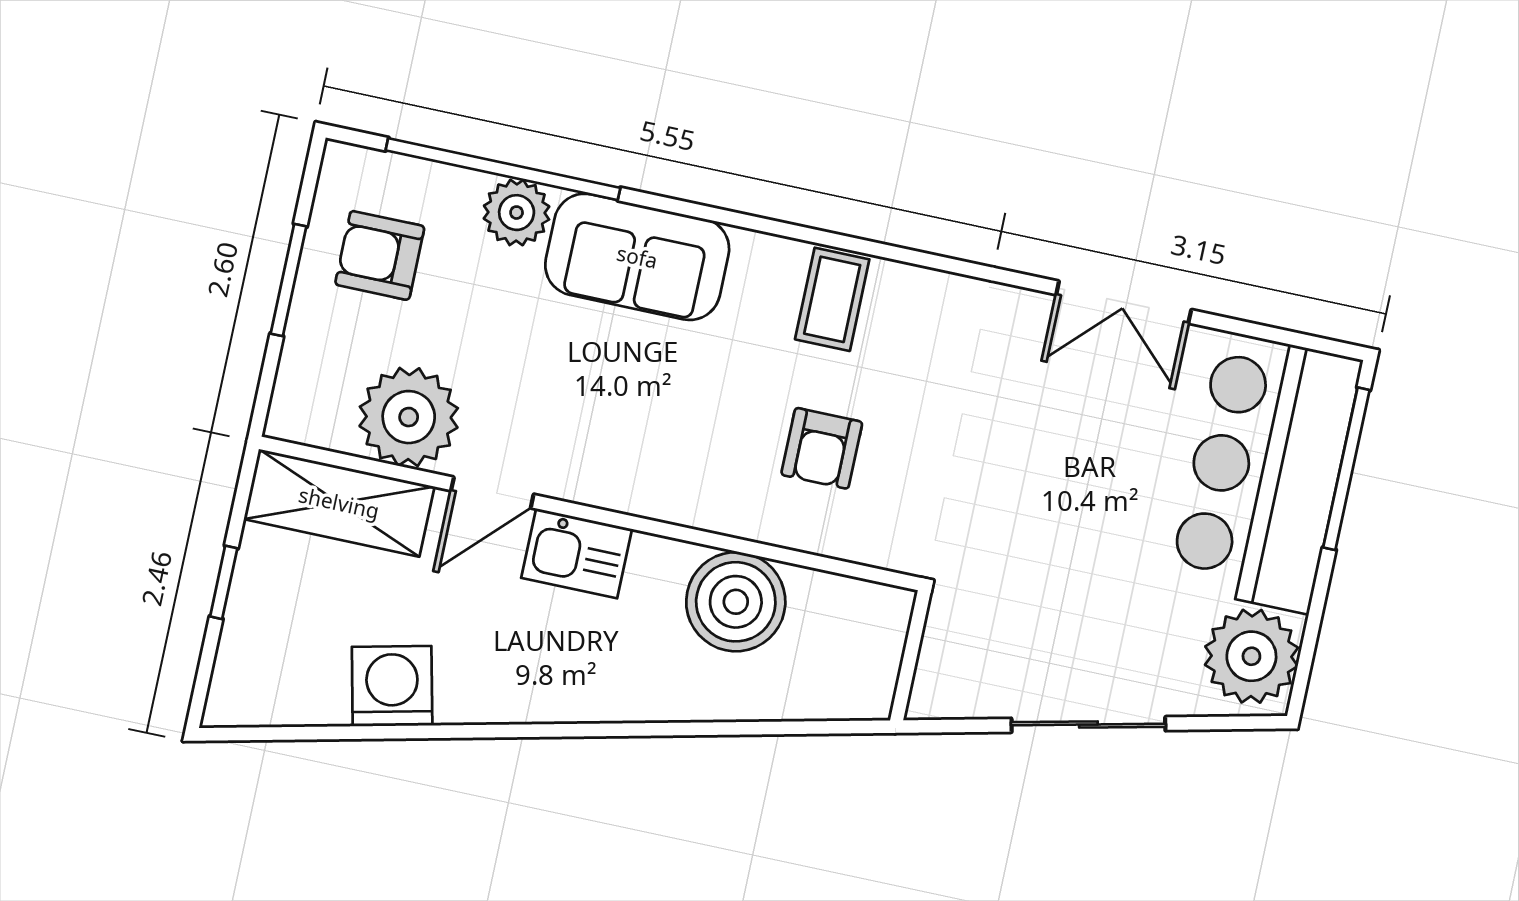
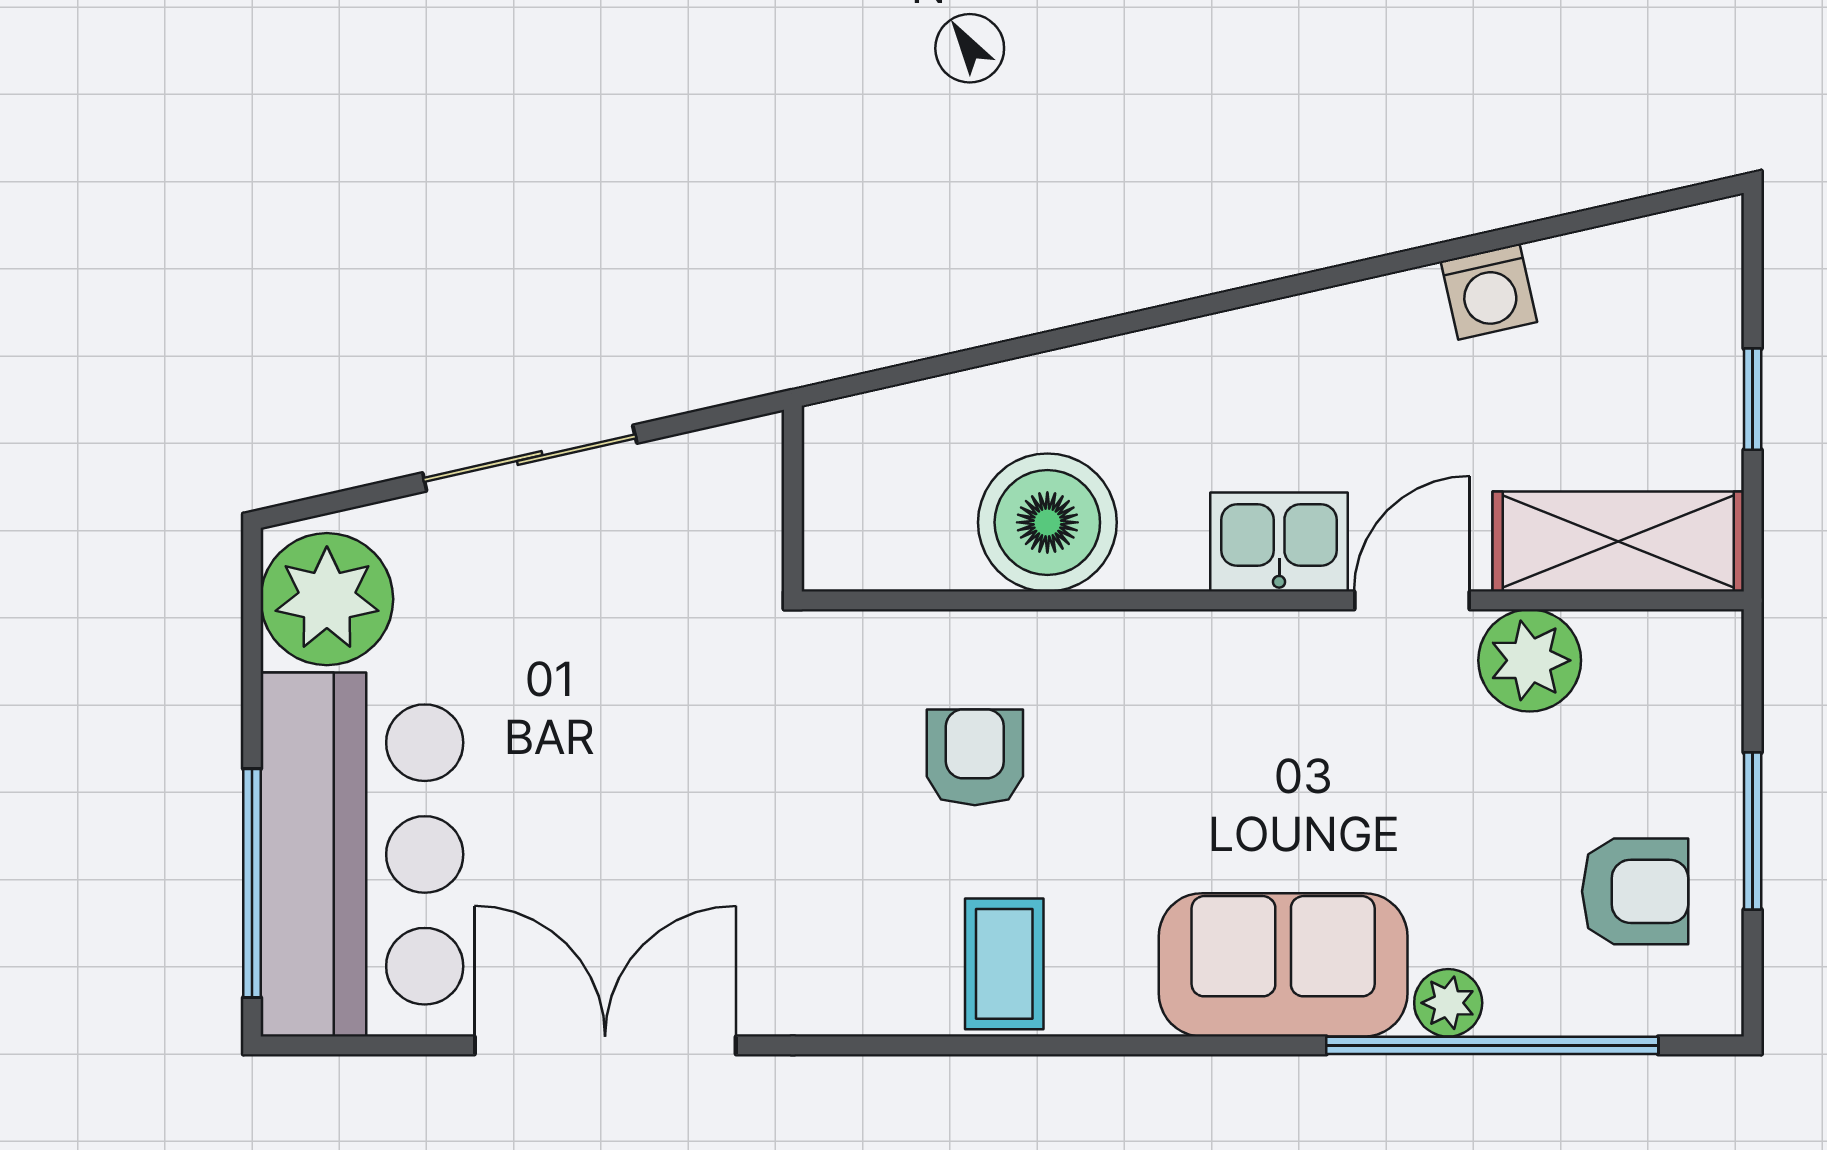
plant: (517, 213) -> (1448, 1003), width x0.73, depth x0.73
double door: (1124, 302) -> (605, 1045), width x1.37
plant: (409, 417) -> (1530, 660), width x0.73, depth x0.73
washing machine: (392, 686) -> (1489, 292), width x0.73, depth x0.73

